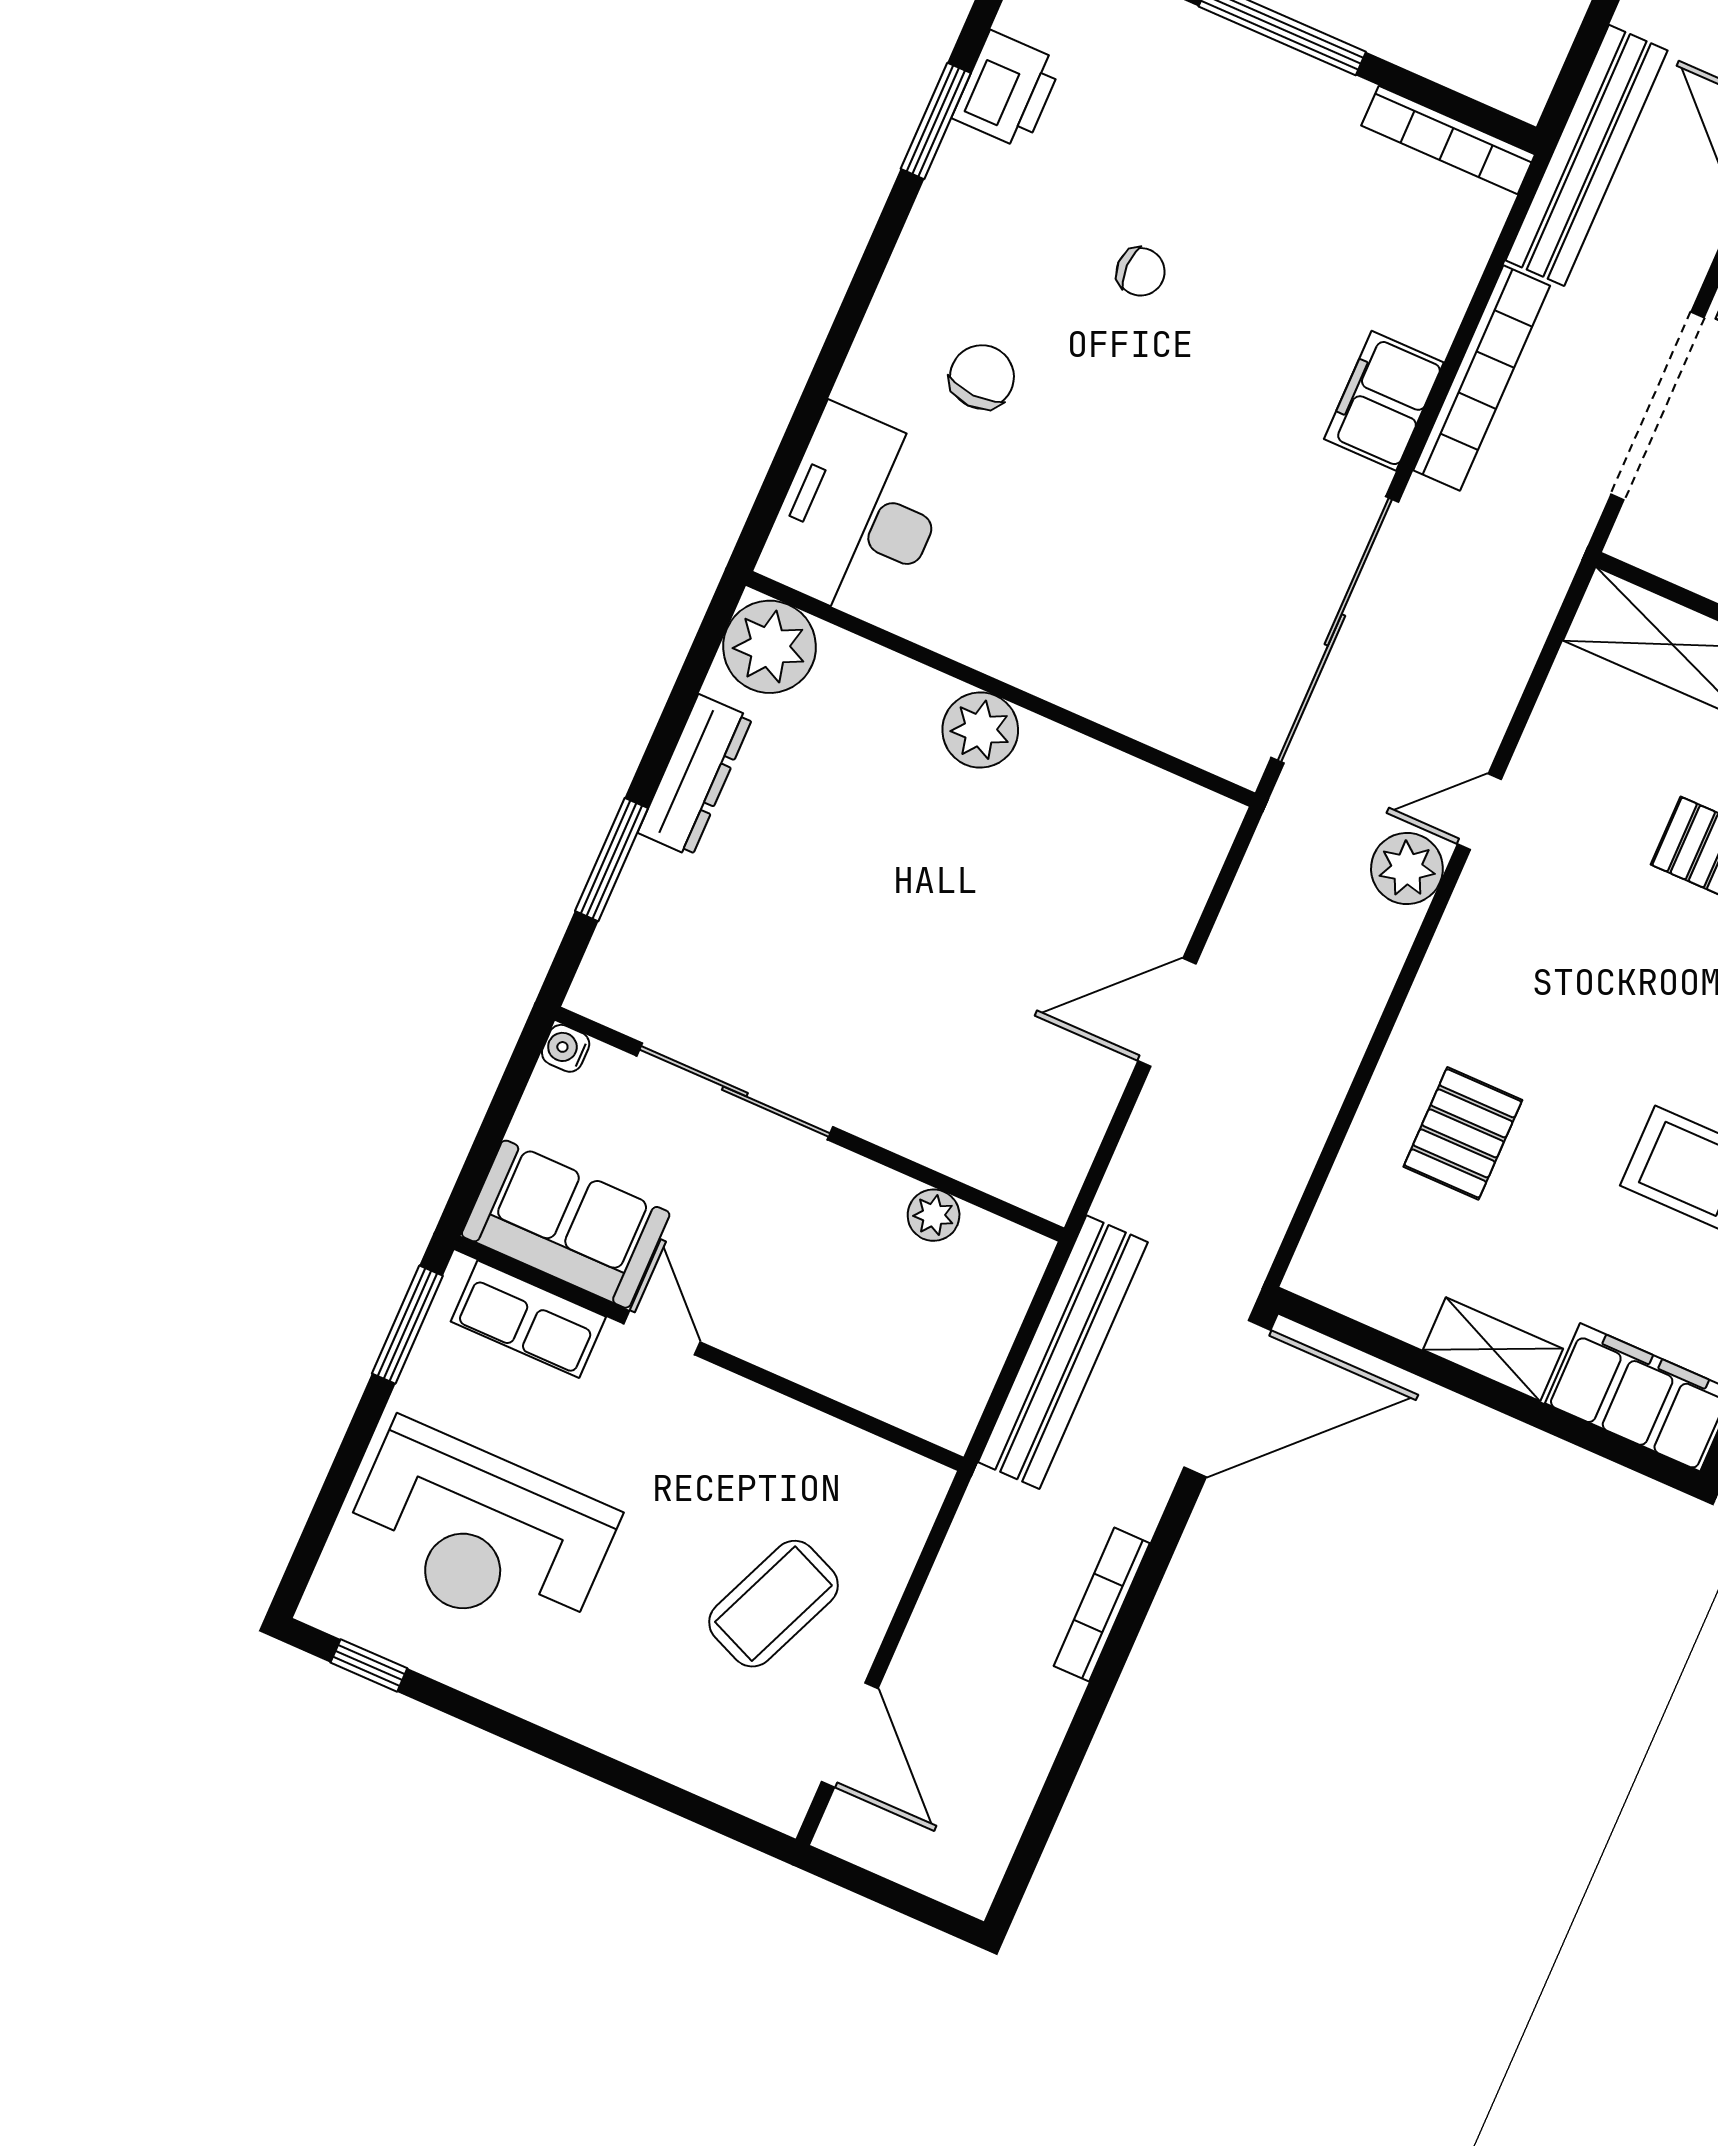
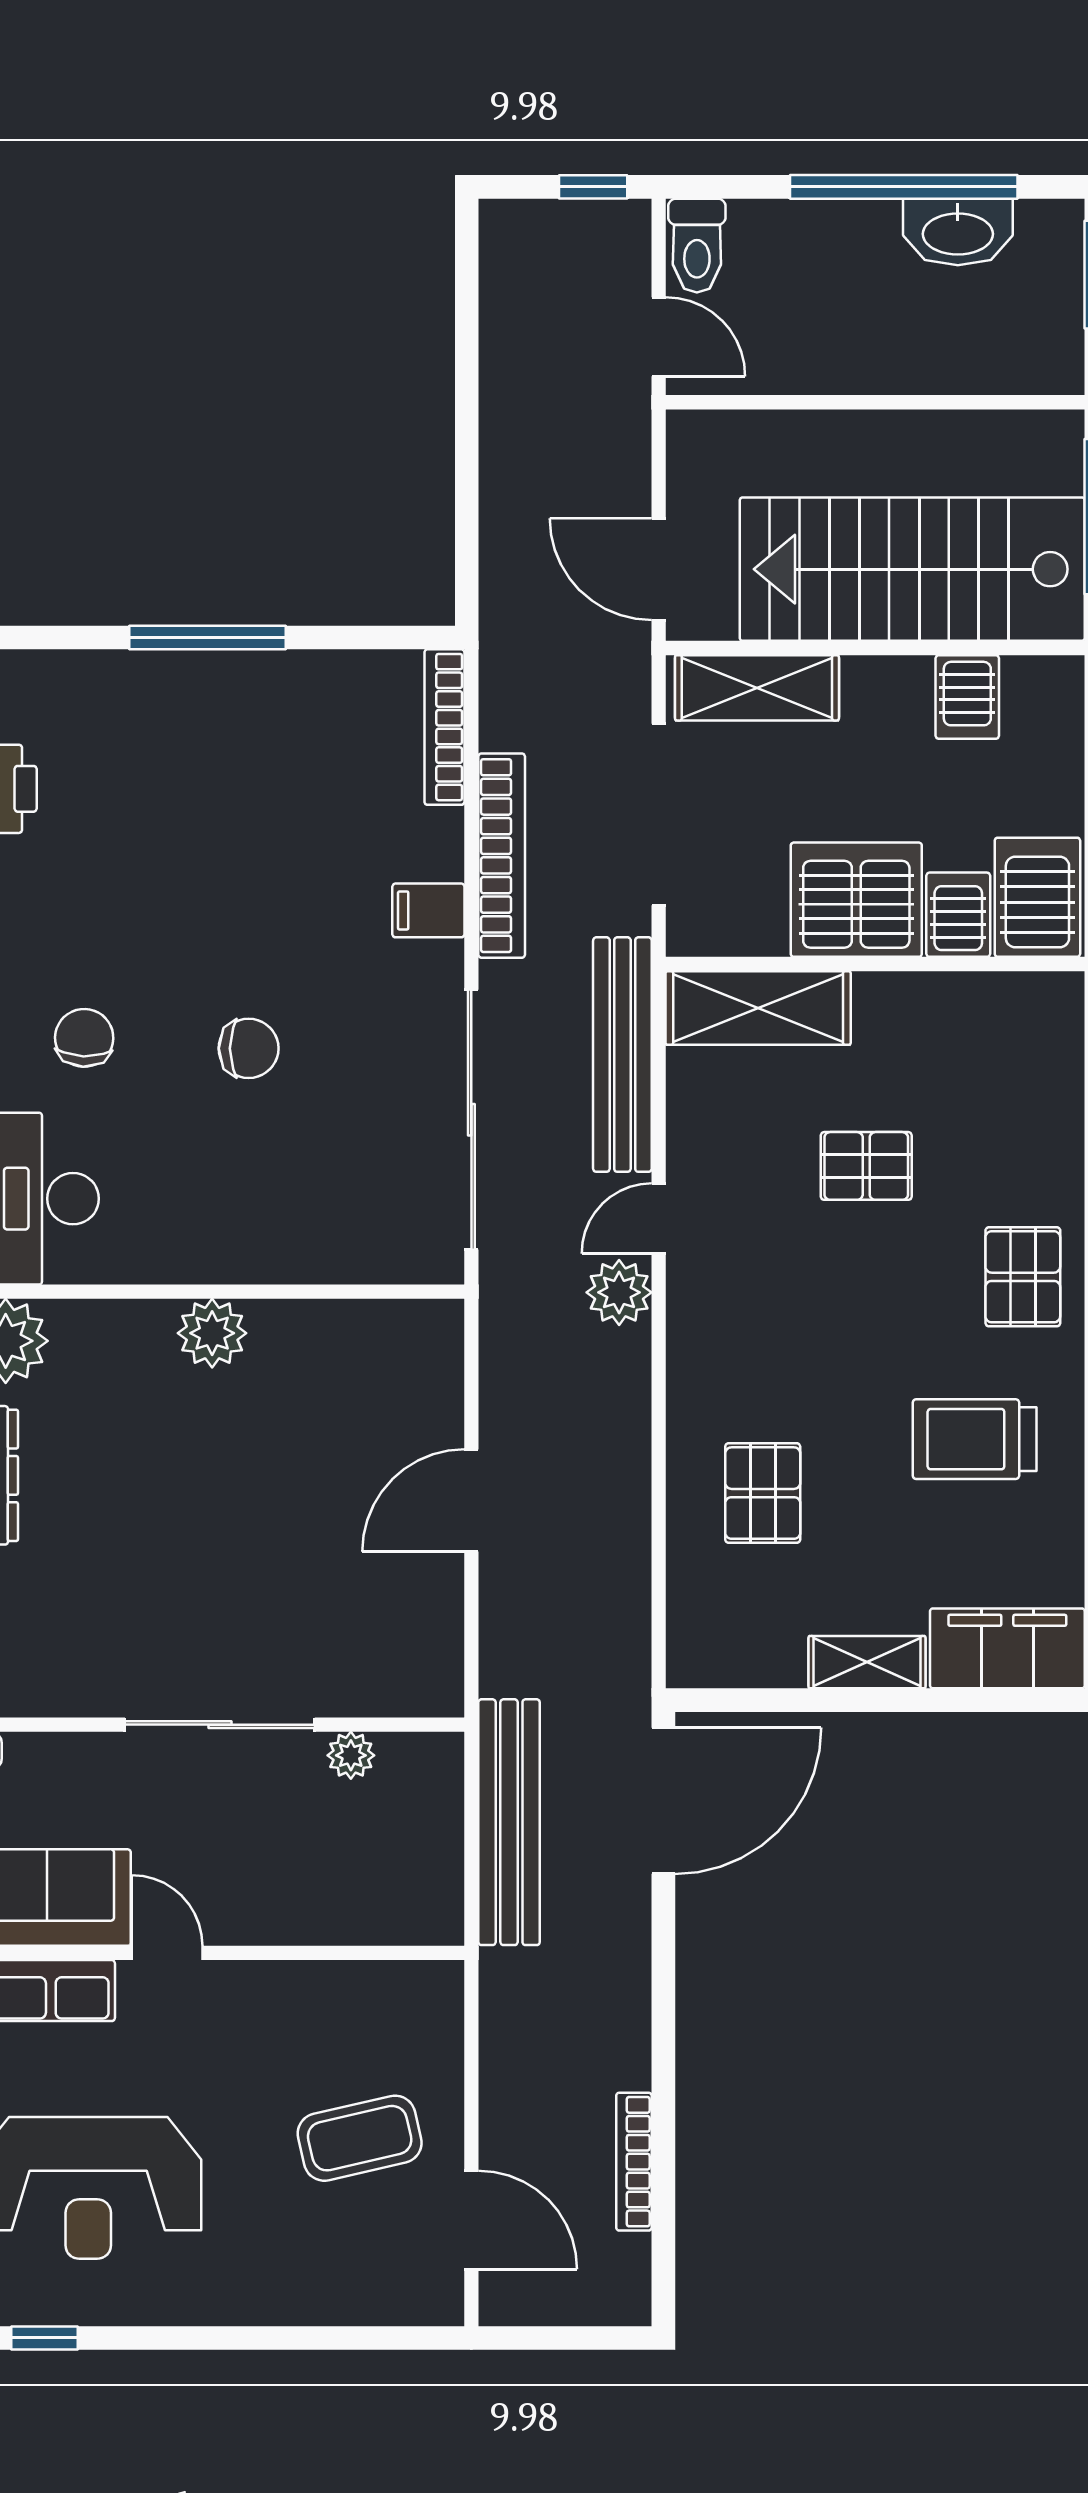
bookcase: (1448, 140) -> (444, 727), moved, turned 90
bench: (1587, 155) -> (622, 1055), moved
chair: (1141, 272) -> (249, 1048), moved, width x1.37, depth x1.37
filing cabinet: (1384, 401) -> (428, 910), width x0.50
sliding door: (735, 1091) -> (220, 1725), moved
coffee table: (774, 1604) -> (360, 2138), turned 54
bookcase: (1102, 1605) -> (634, 2162), moved

